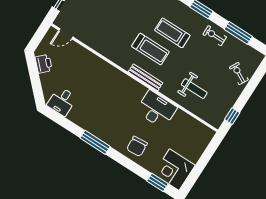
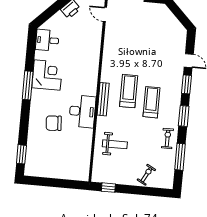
treadmill: (150, 49) -> (129, 91), turned 180
weight bench: (194, 89) -> (115, 144), turned -90
desk: (157, 109) -> (82, 111), moved
chair: (137, 146) -> (54, 123), moved
corner desk: (174, 170) -> (47, 75), moved, turned 90

